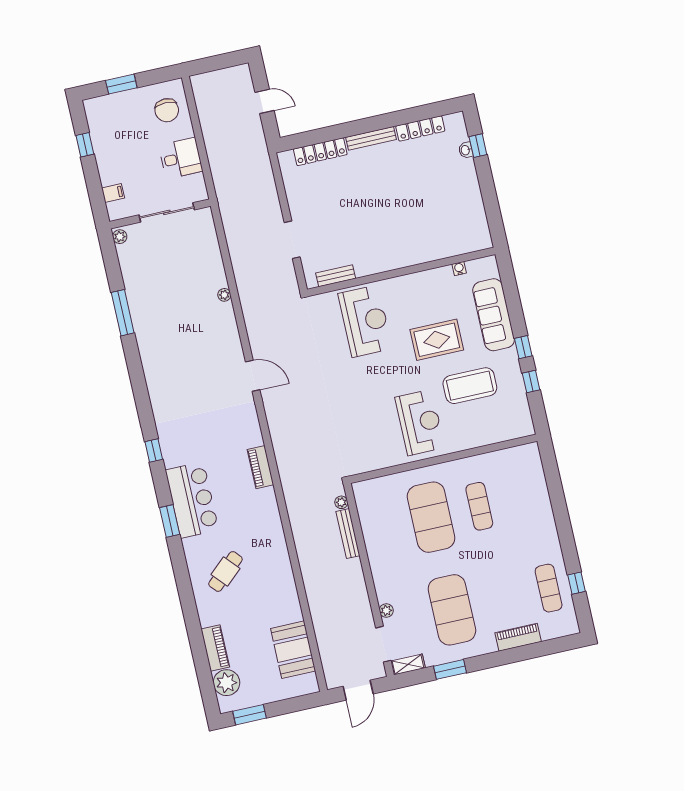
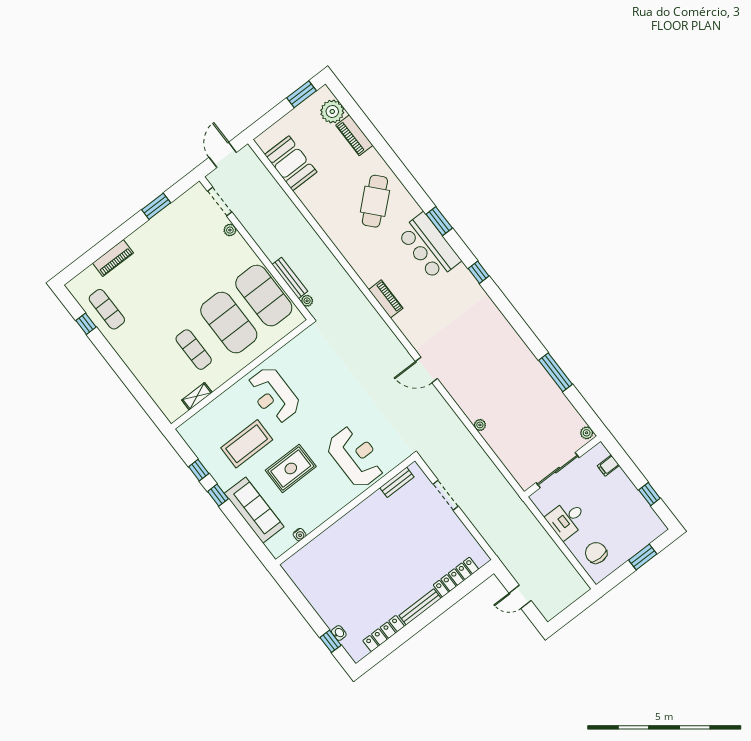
reception desk: (365, 321) -> (356, 457), turned 180
cafe table: (225, 571) -> (375, 201), width x1.37, depth x1.35
exercise mat: (452, 610) -> (264, 296), moved
shelving: (408, 664) -> (197, 396), moved

